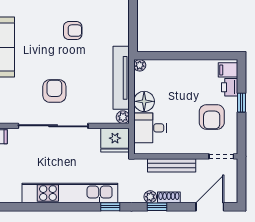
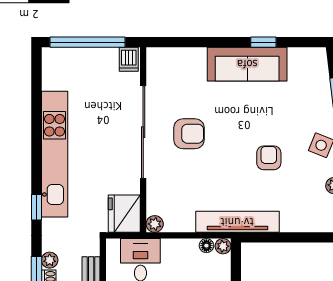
armchair: (73, 31) -> (269, 158), turned 180
tv unit: (121, 78) -> (237, 222), moved
floor lamp: (144, 101) -> (206, 246), moved, width x0.53, depth x0.53

